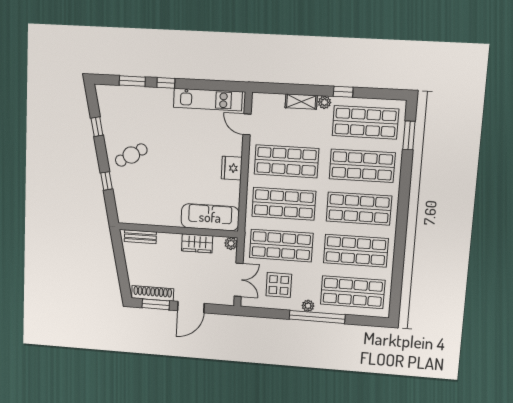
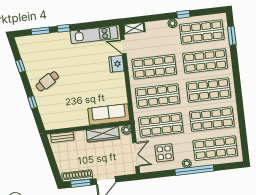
shelving: (301, 102) -> (134, 28), moved
fridge: (232, 168) -> (116, 64), moved
wardrobe: (197, 243) -> (103, 134), width x1.50

